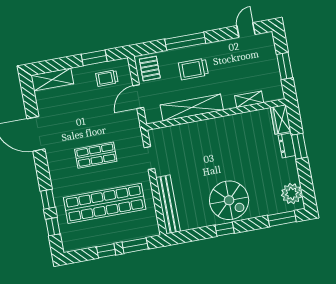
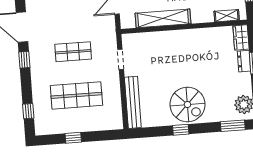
shelving: (249, 99) -> (227, 16), moved
window: (48, 199) -> (24, 60), moved
shop shelf: (105, 203) -> (76, 95), width x0.71
window: (135, 246) -> (100, 136), removed

